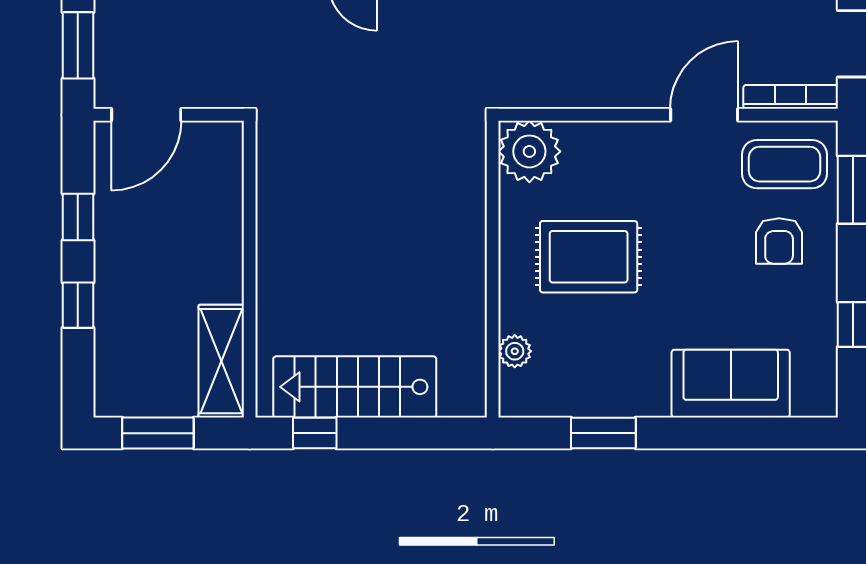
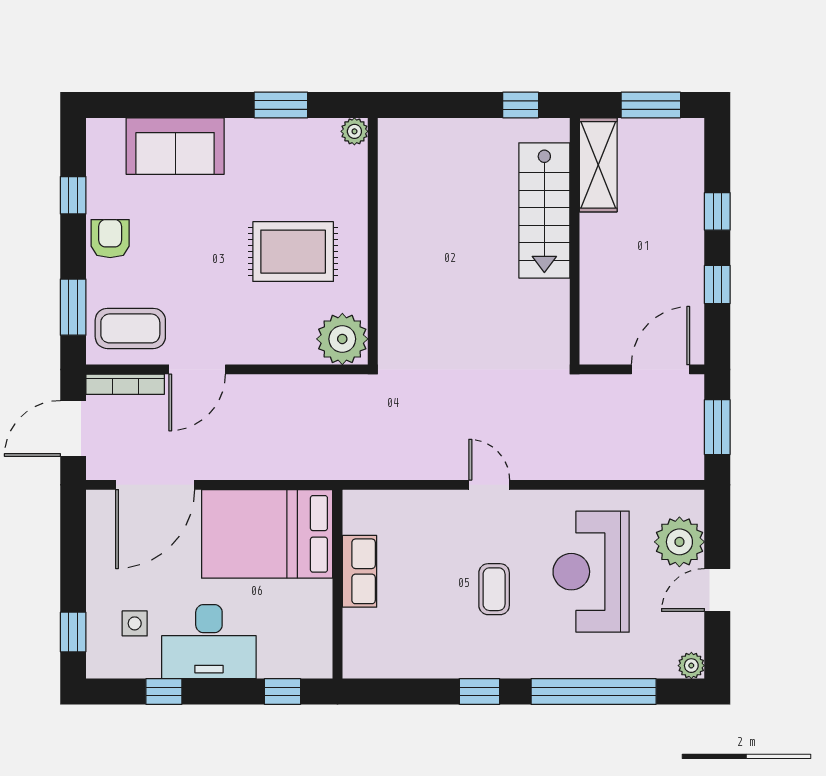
armchair: (779, 241) -> (110, 239), moved
plant: (515, 351) -> (354, 131), moved
stairs: (355, 387) -> (544, 210), moved, turned 90

